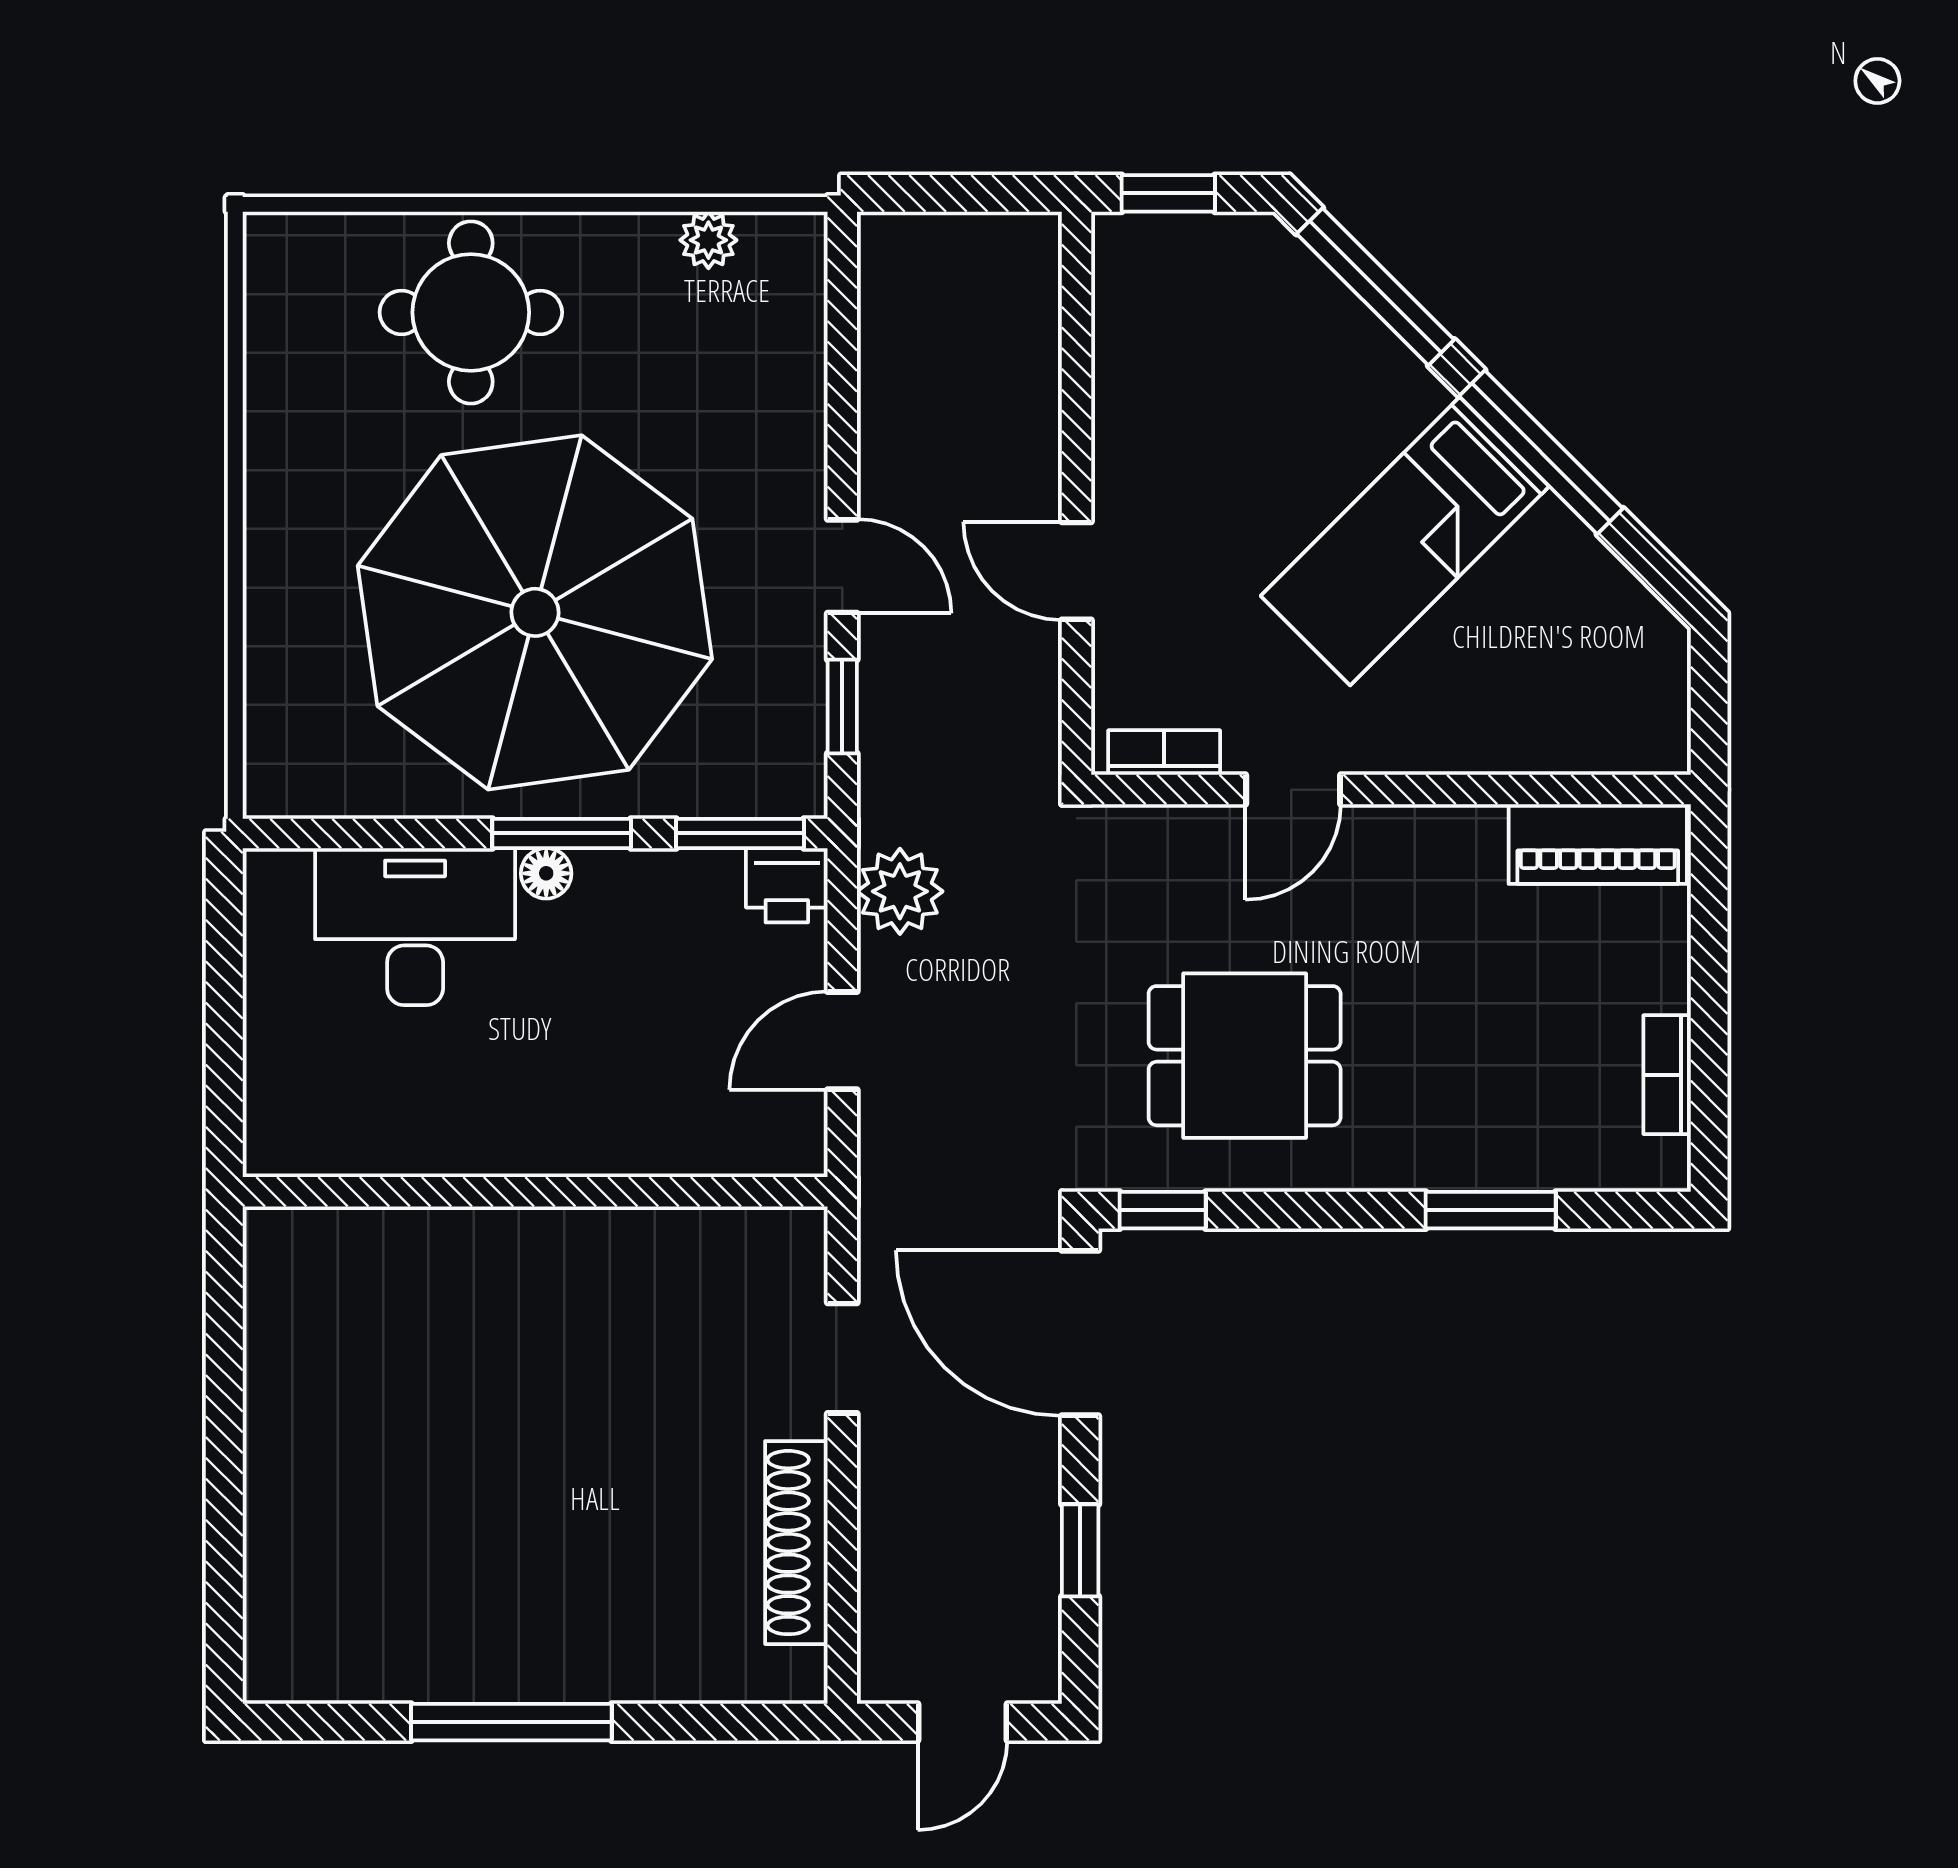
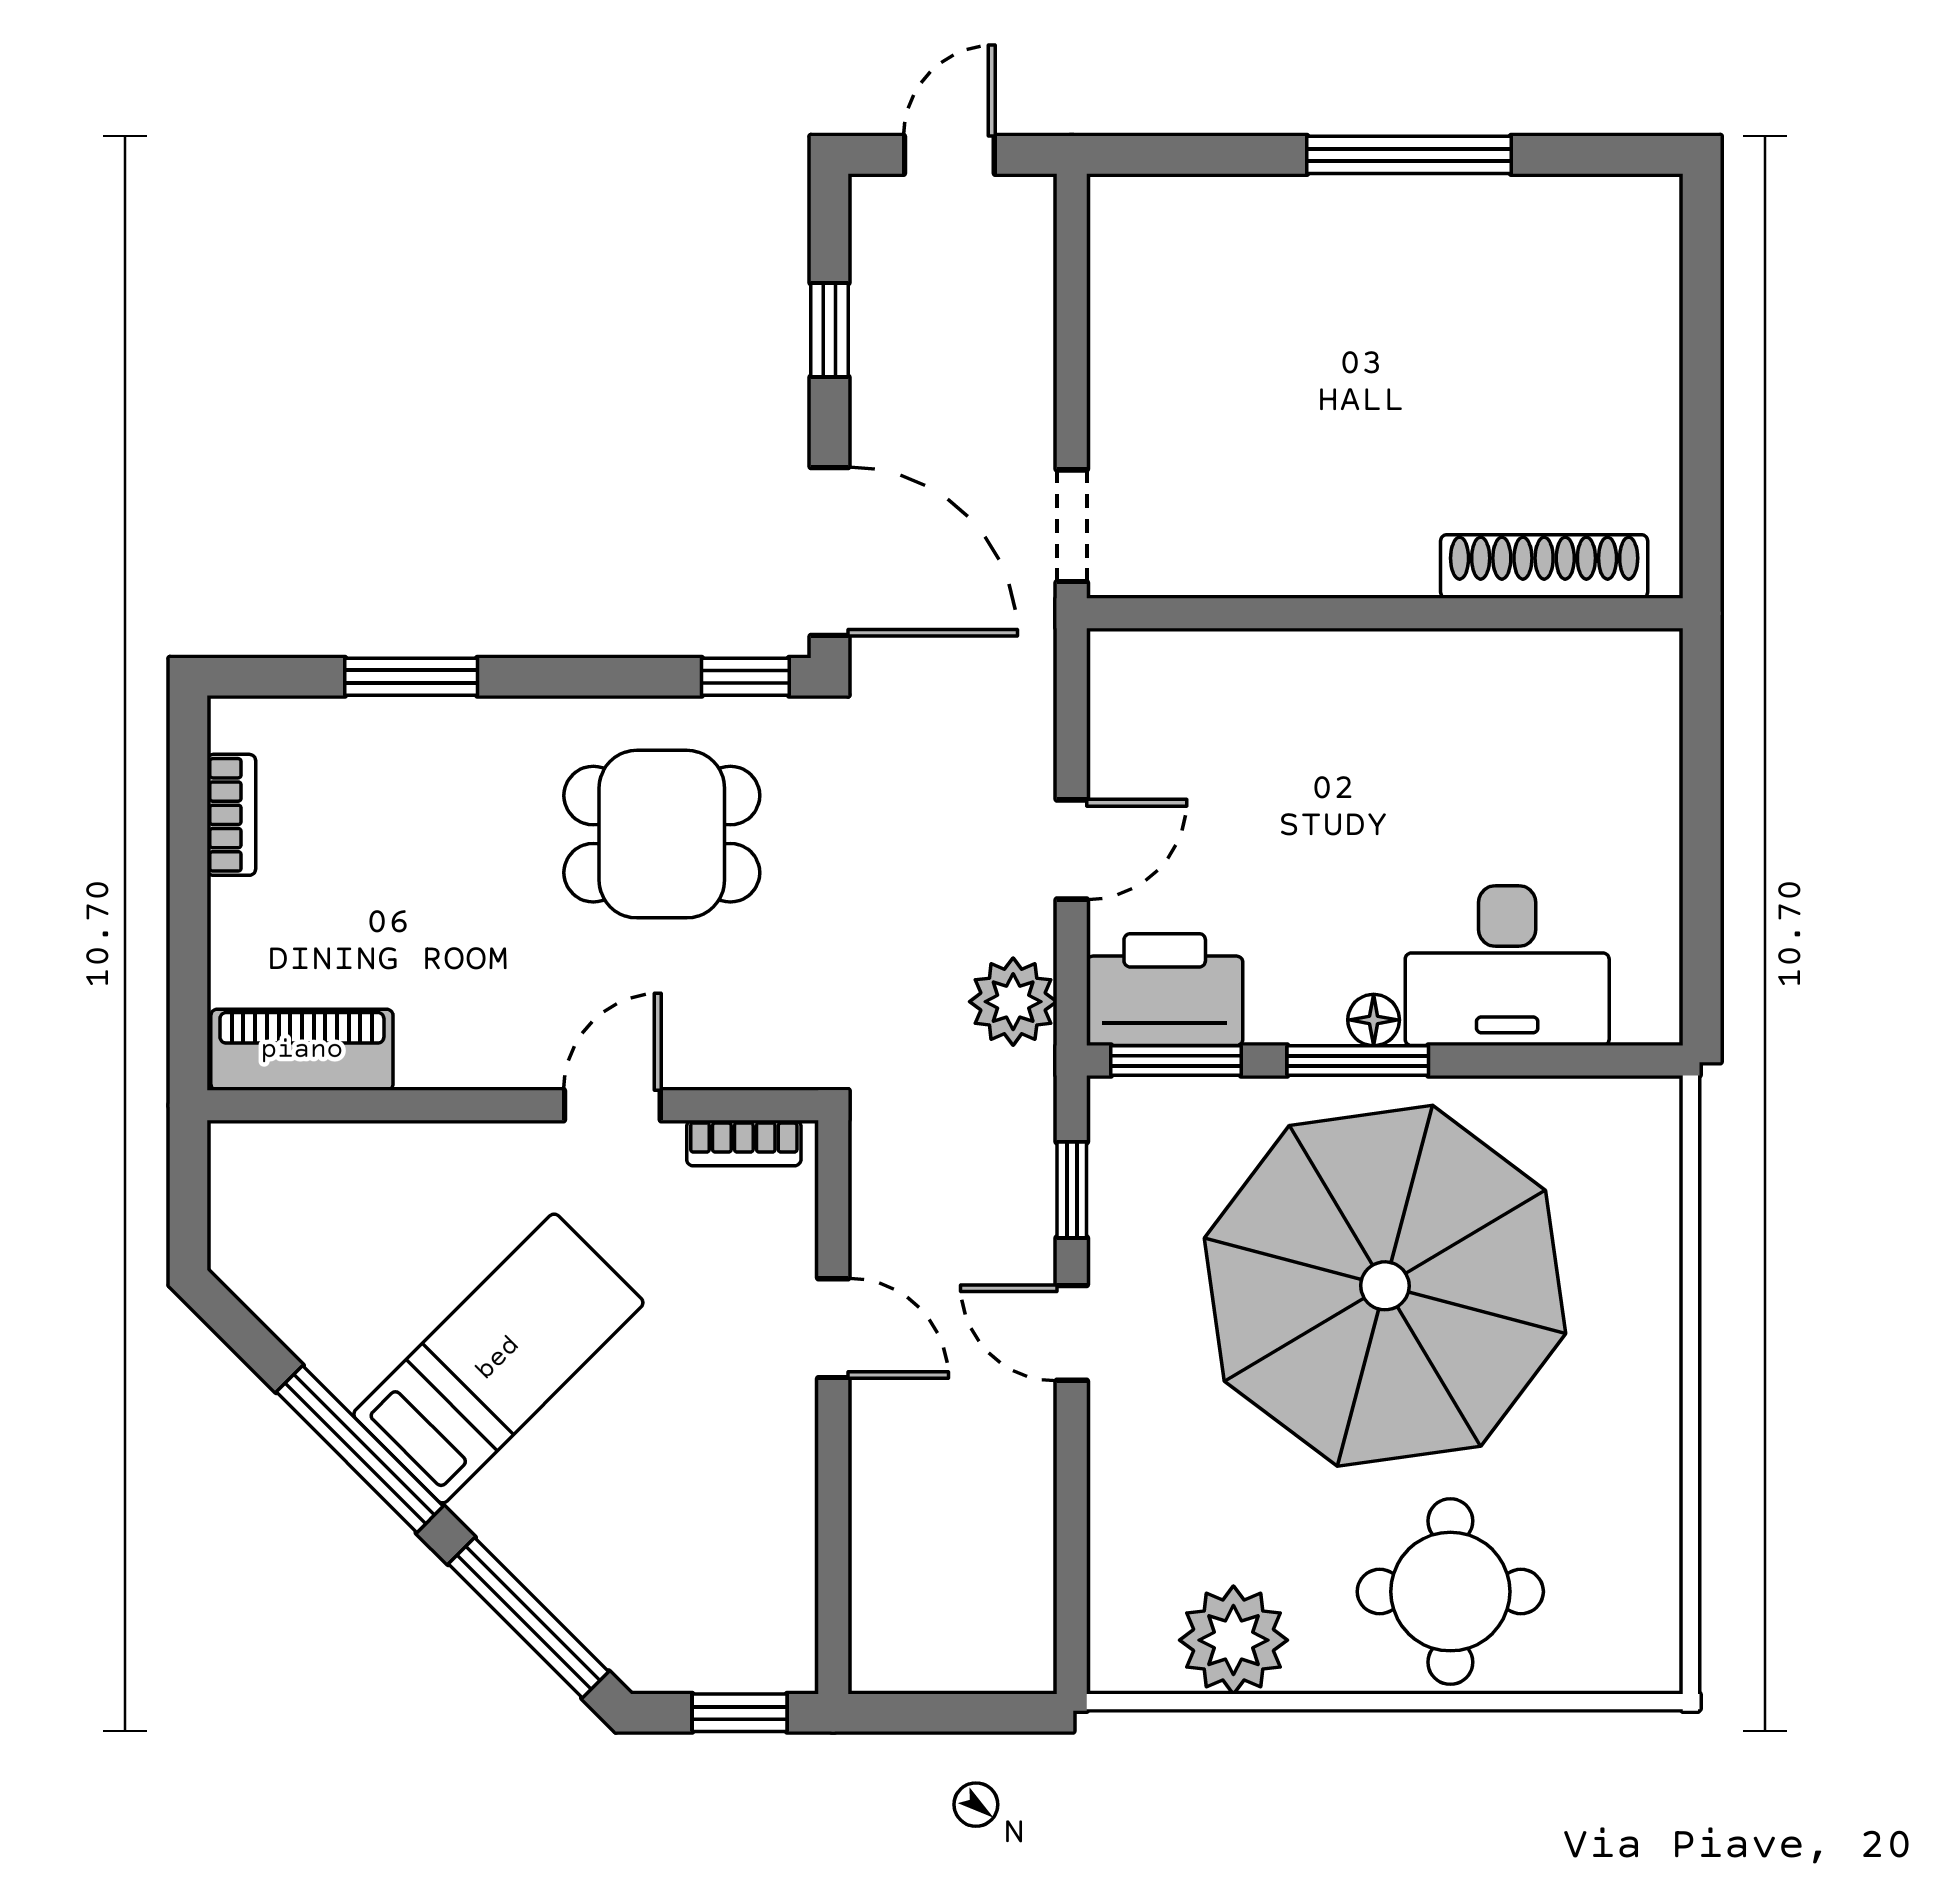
plant: (708, 240) -> (1233, 1640), width x1.88, depth x1.88
printer: (787, 885) -> (1165, 990), width x1.87, depth x1.48
wall: (535, 1192) -> (1385, 613), moved
shoe rack: (796, 1543) -> (1544, 566), moved, turned -90

